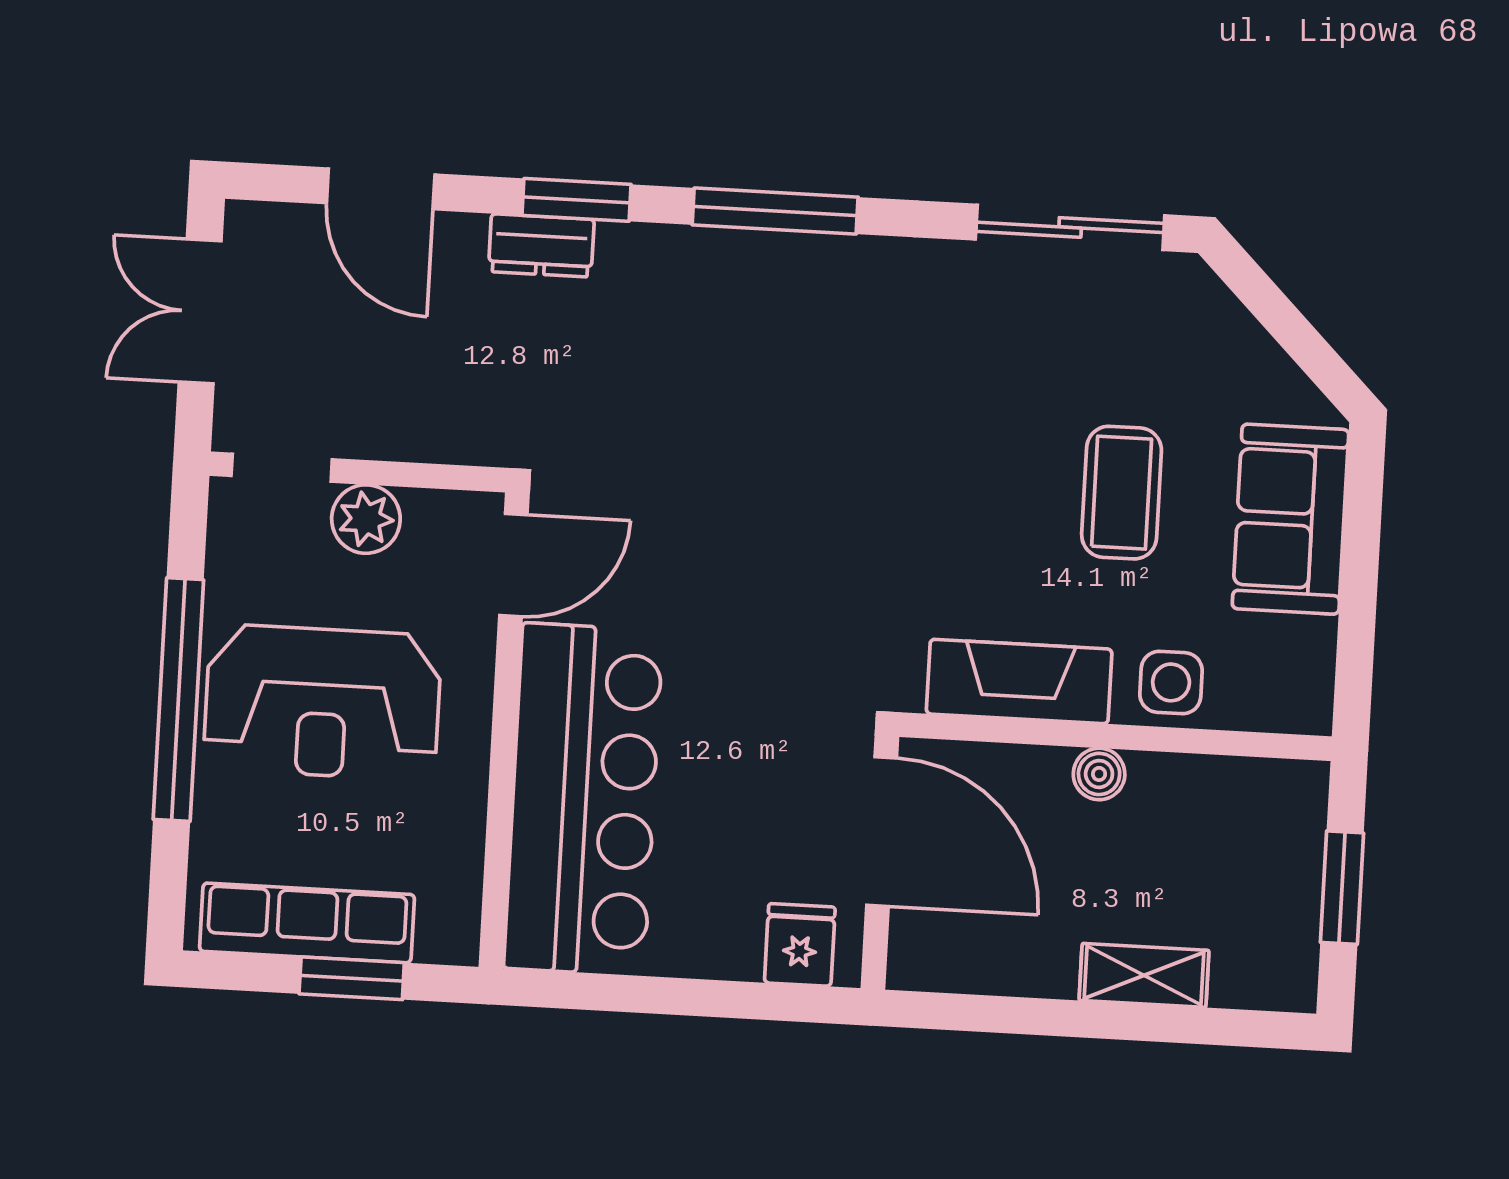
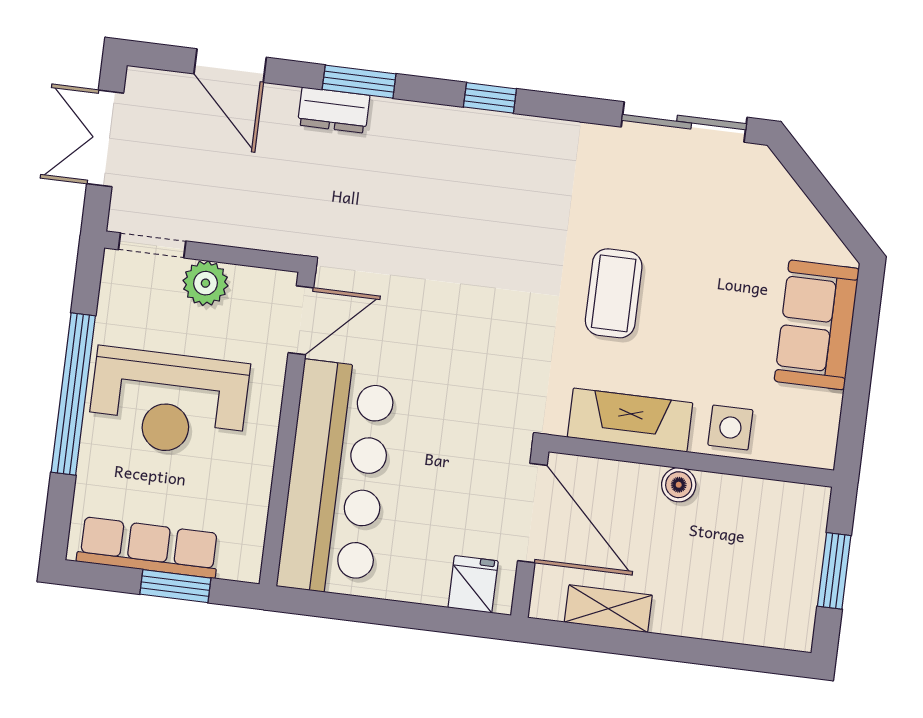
window: (775, 211) -> (490, 98), width x0.46
coffee table: (1122, 493) -> (614, 293), moved
shelving: (1144, 975) -> (608, 609), moved

